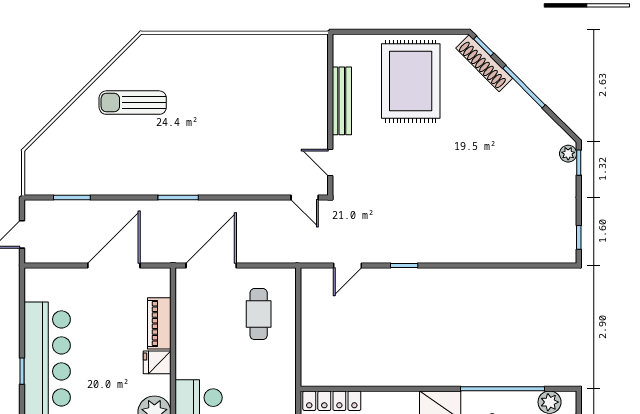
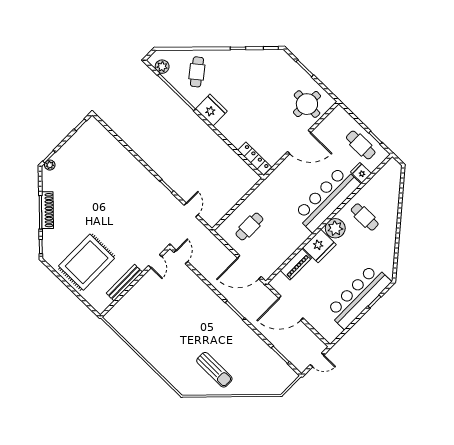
shoe rack: (484, 63) -> (47, 210), moved
door: (347, 265) -> (191, 210), hinge flipped
fridge: (157, 362) -> (319, 246), width x1.88, depth x1.34

